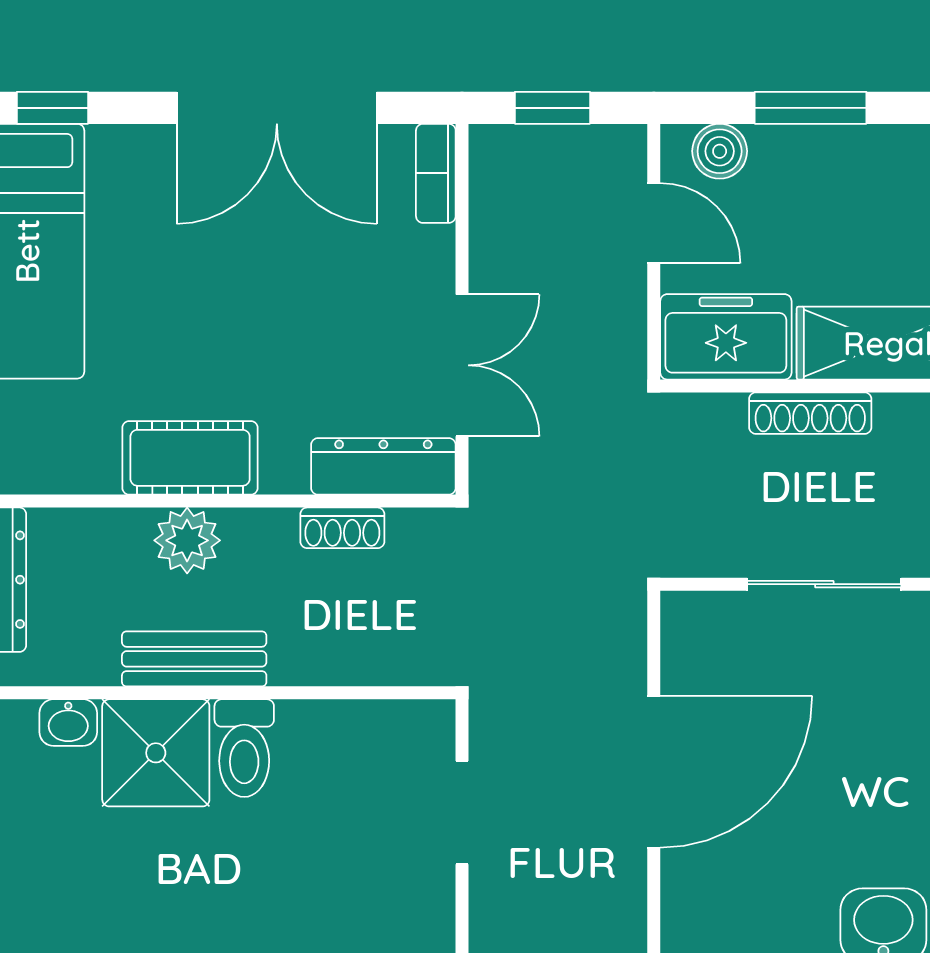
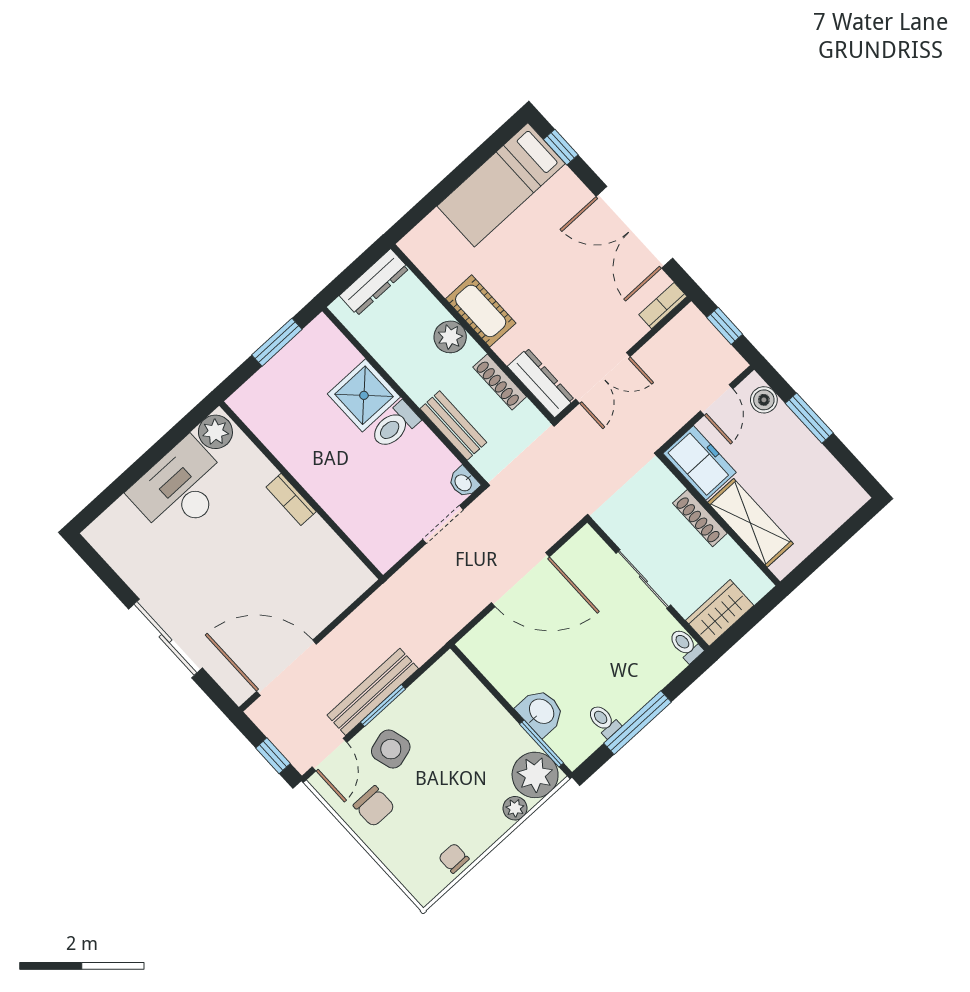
shoe rack: (342, 528) -> (500, 382), width x1.43
bench: (194, 659) -> (453, 425), moved
washbasin: (68, 723) -> (464, 482), moved

